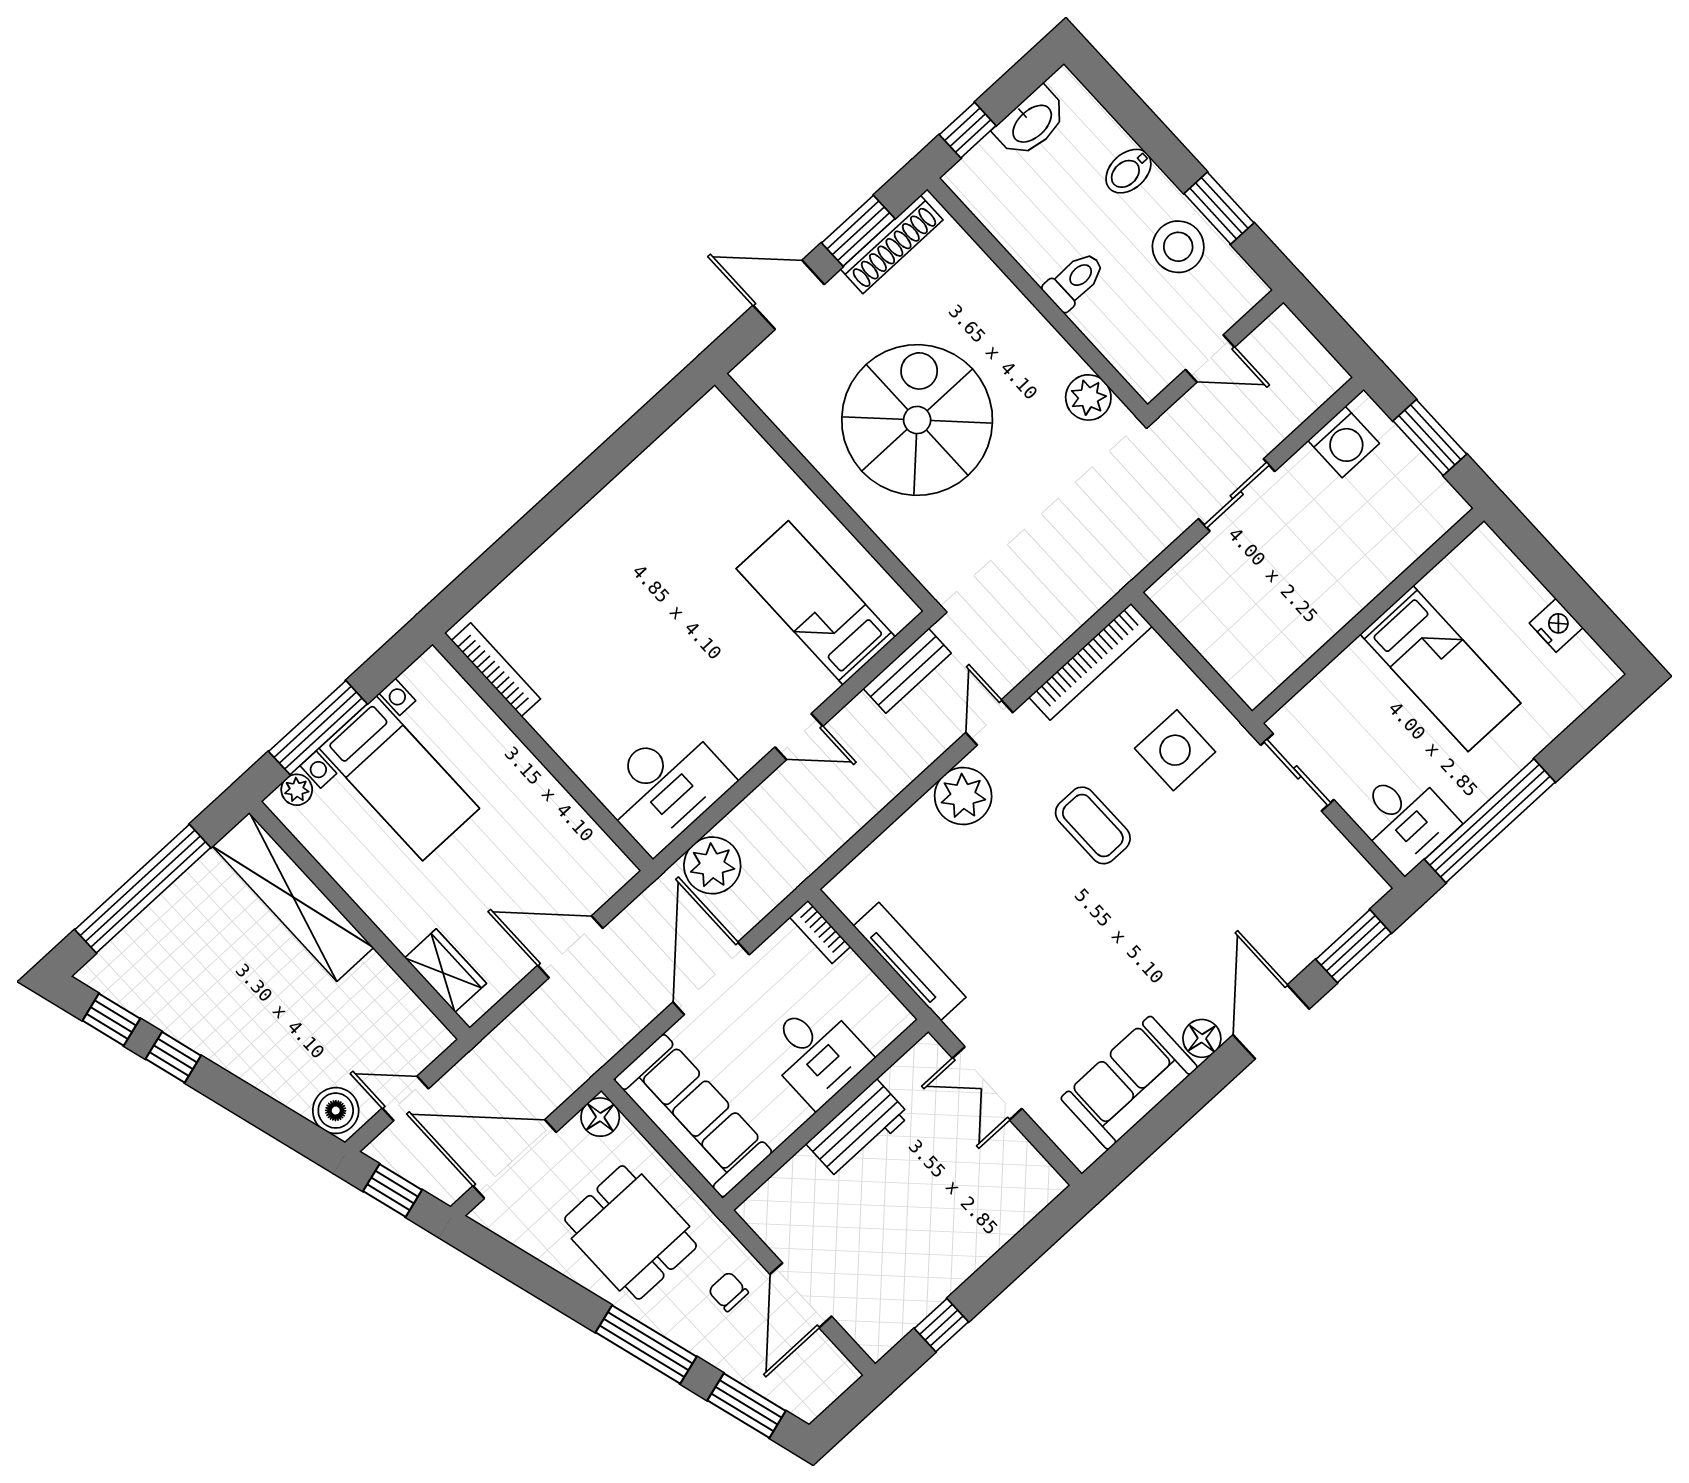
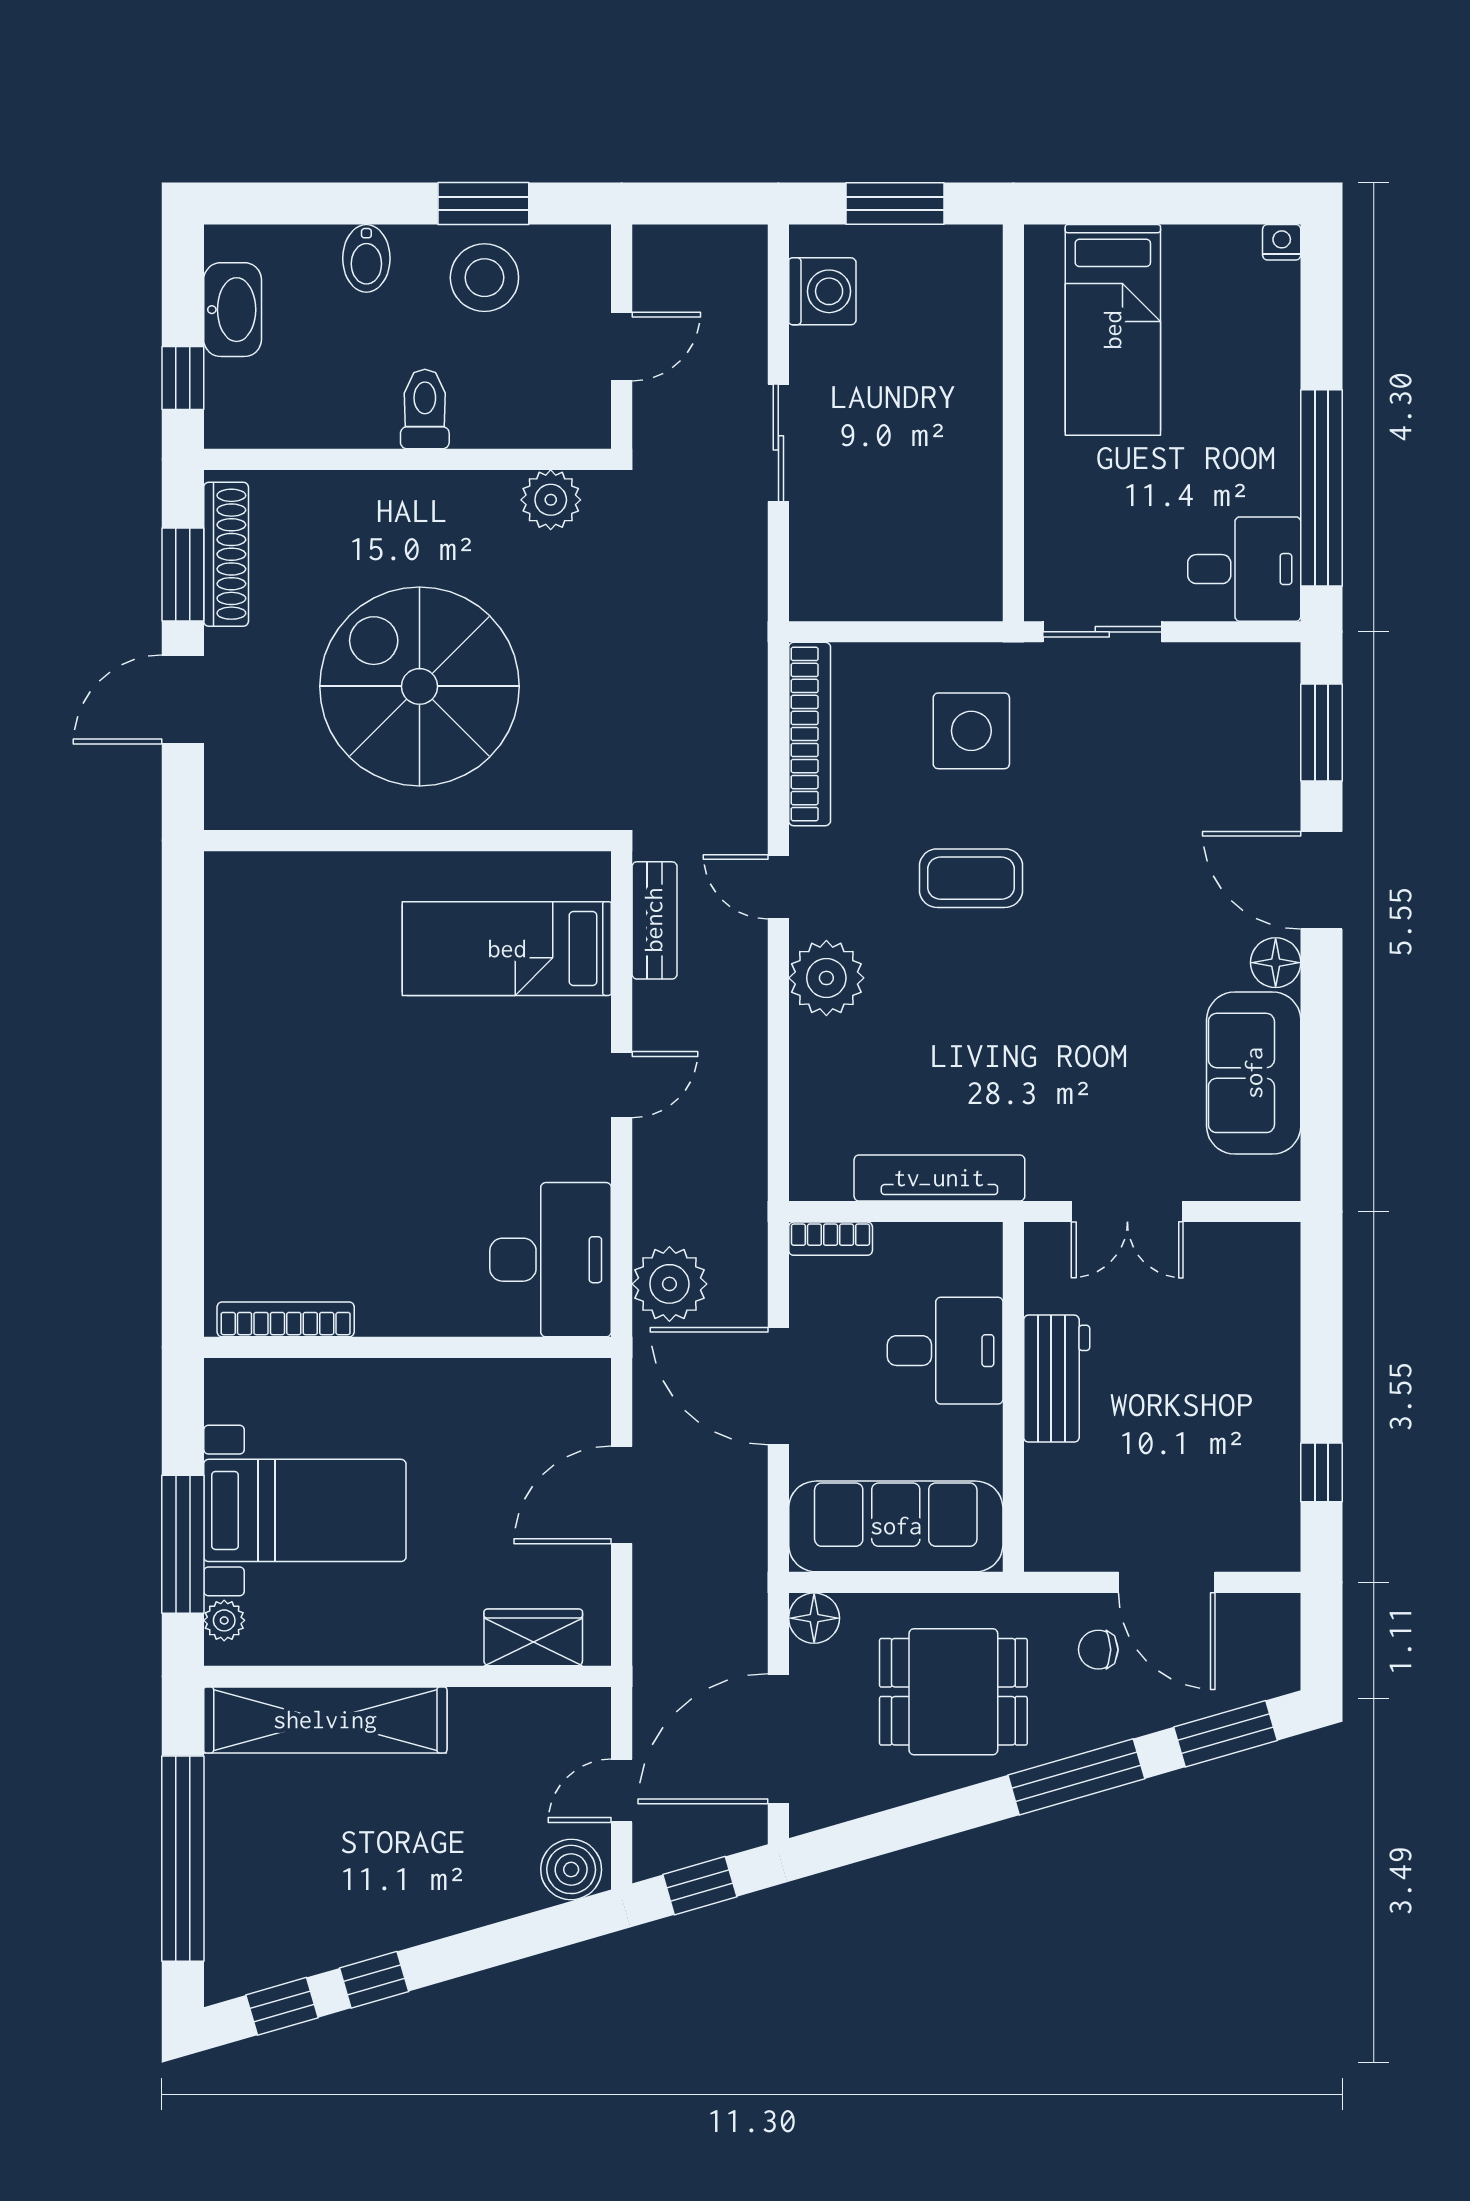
nightstand: (1556, 625) -> (1282, 242), moved, width x0.72, depth x0.74
bed: (1440, 669) -> (1113, 330), moved, turned 90

